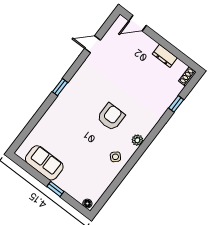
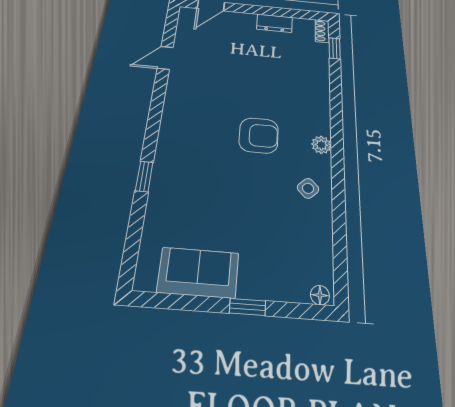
window: (60, 87) -> (144, 176), moved
window: (176, 104) -> (335, 48), moved
armchair: (111, 117) -> (259, 135), turned 90

